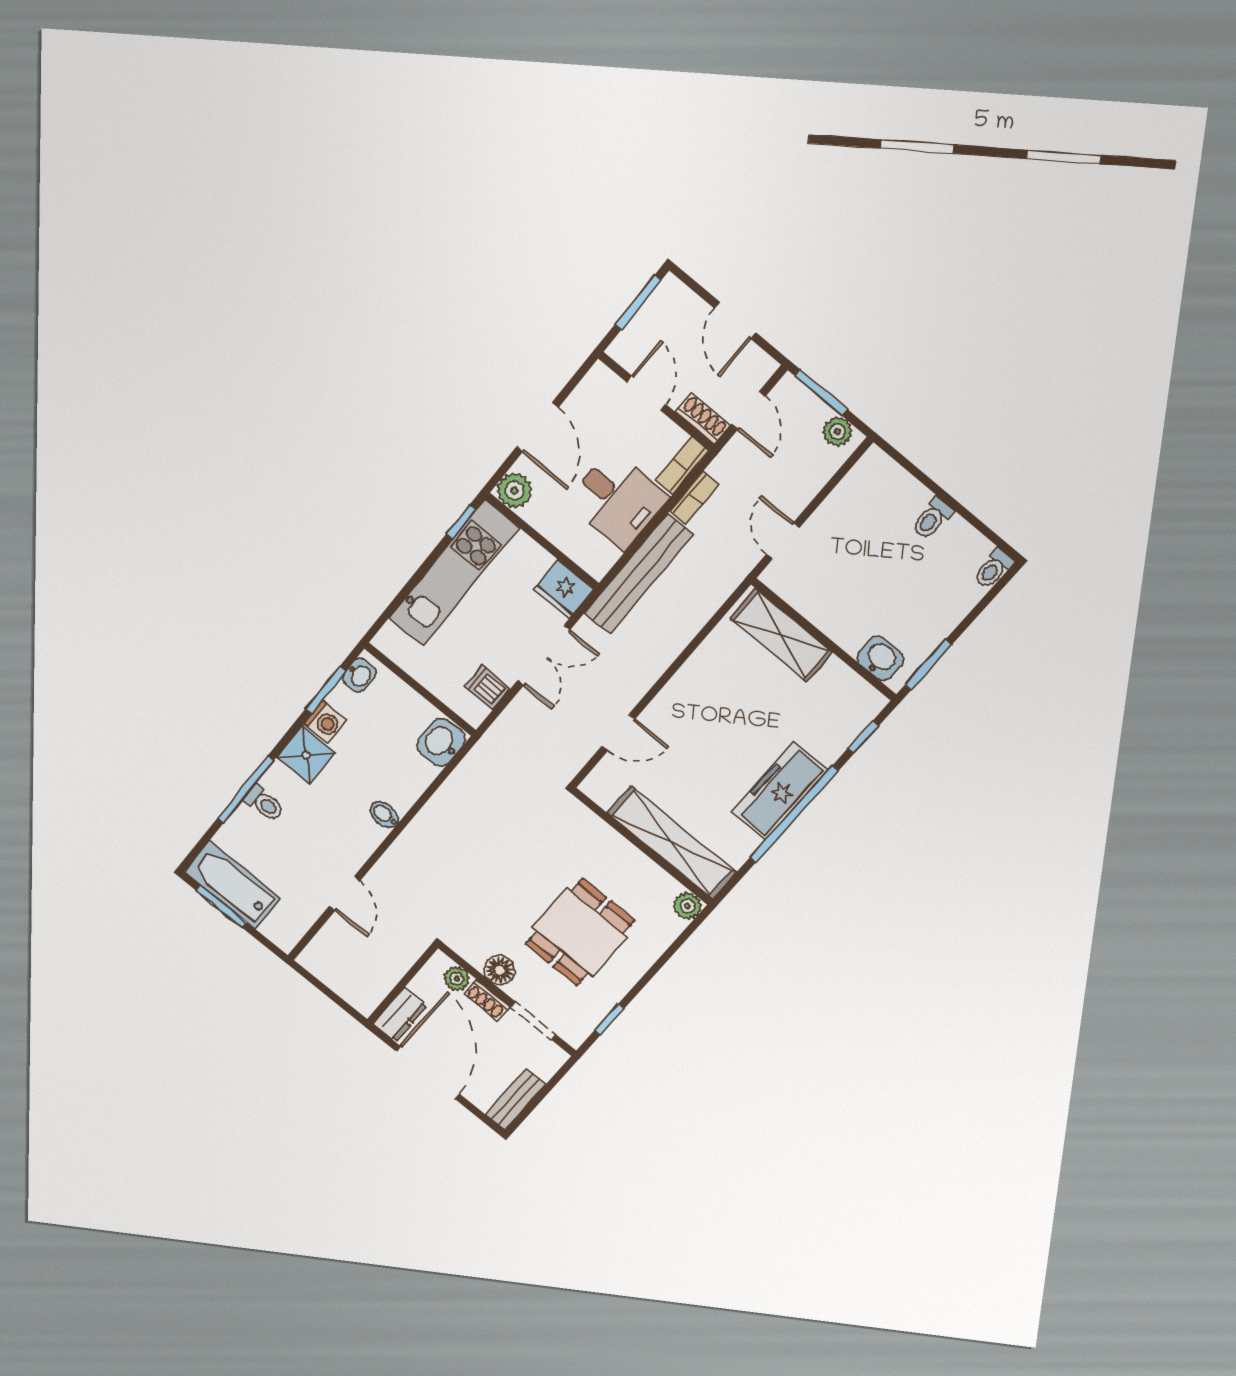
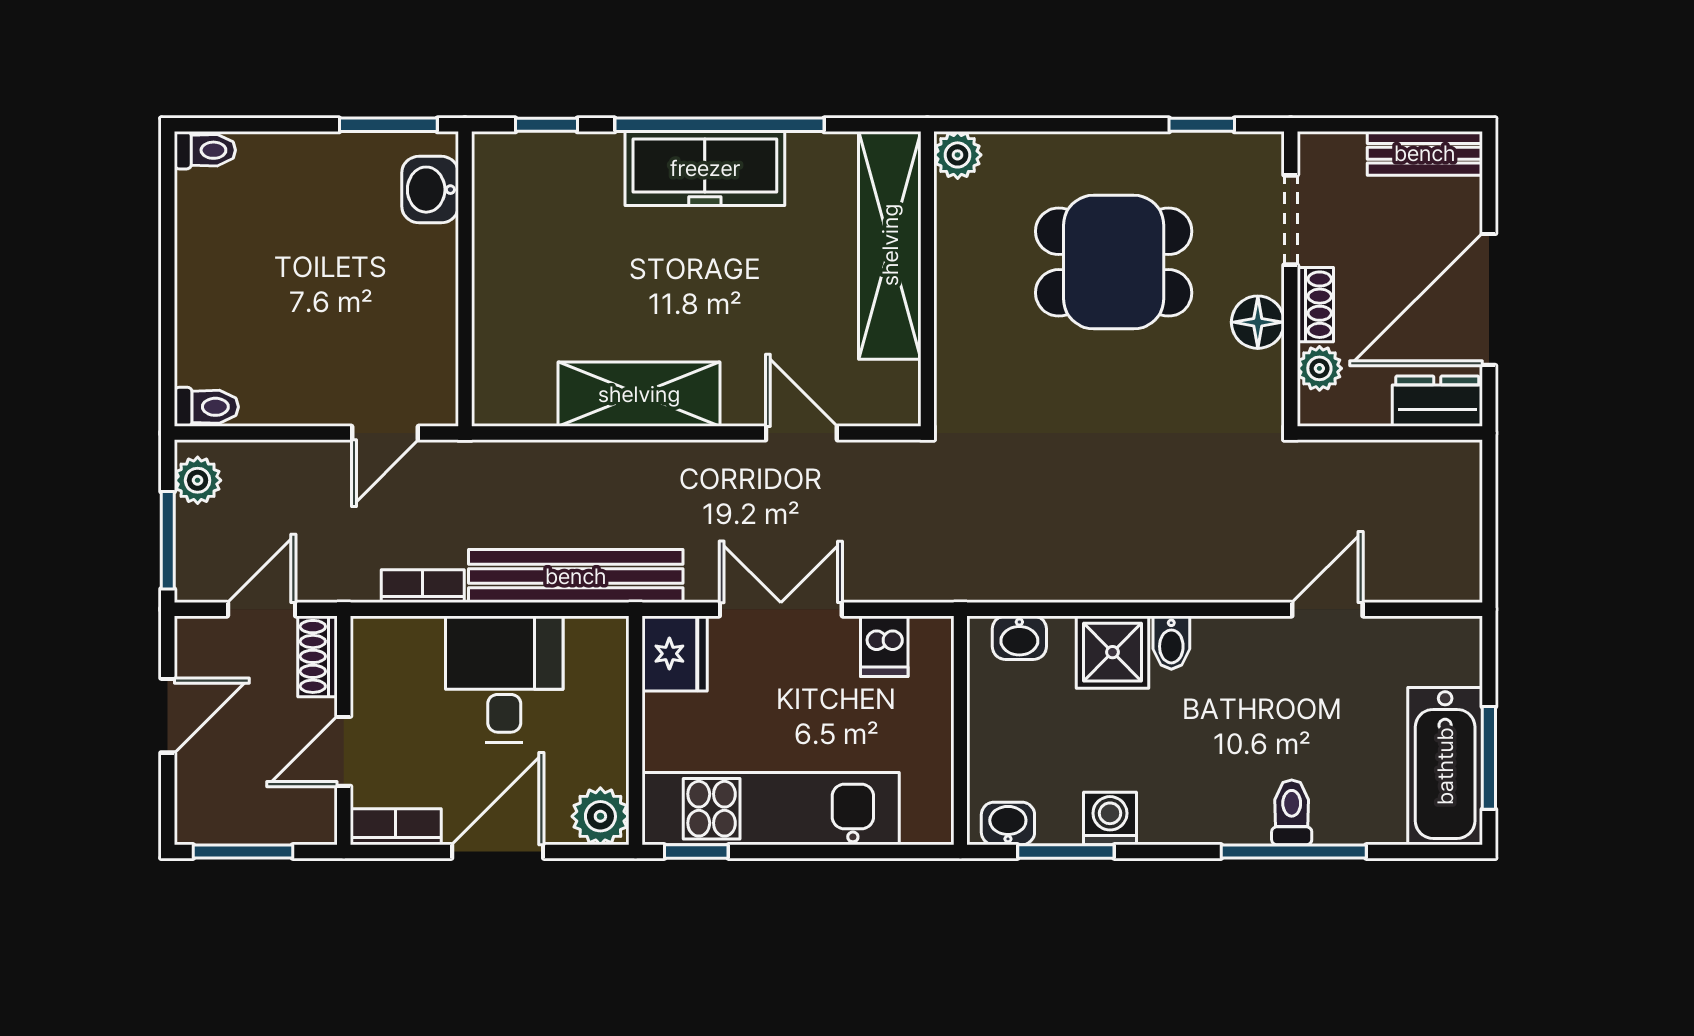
bookcase: (682, 466) -> (396, 827), moved, turned 180
toilet: (932, 518) -> (206, 407), moved
shelving: (781, 635) -> (639, 394), moved, turned 90
washbasin: (441, 742) -> (1019, 638), width x0.72, depth x0.69
shower: (306, 755) -> (1112, 652), moved

